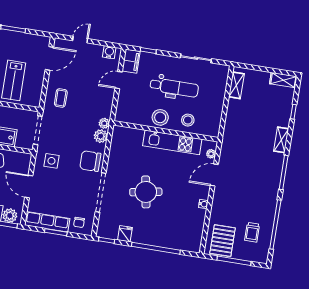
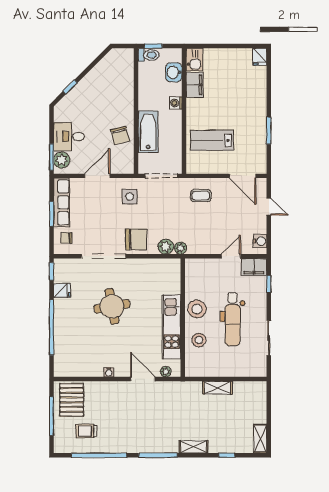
door: (119, 80) -> (231, 256), hinge flipped
shelving: (236, 85) -> (217, 388), moved
chair: (90, 161) -> (136, 239), turned 90
pallet: (223, 241) -> (72, 400), turned 90

